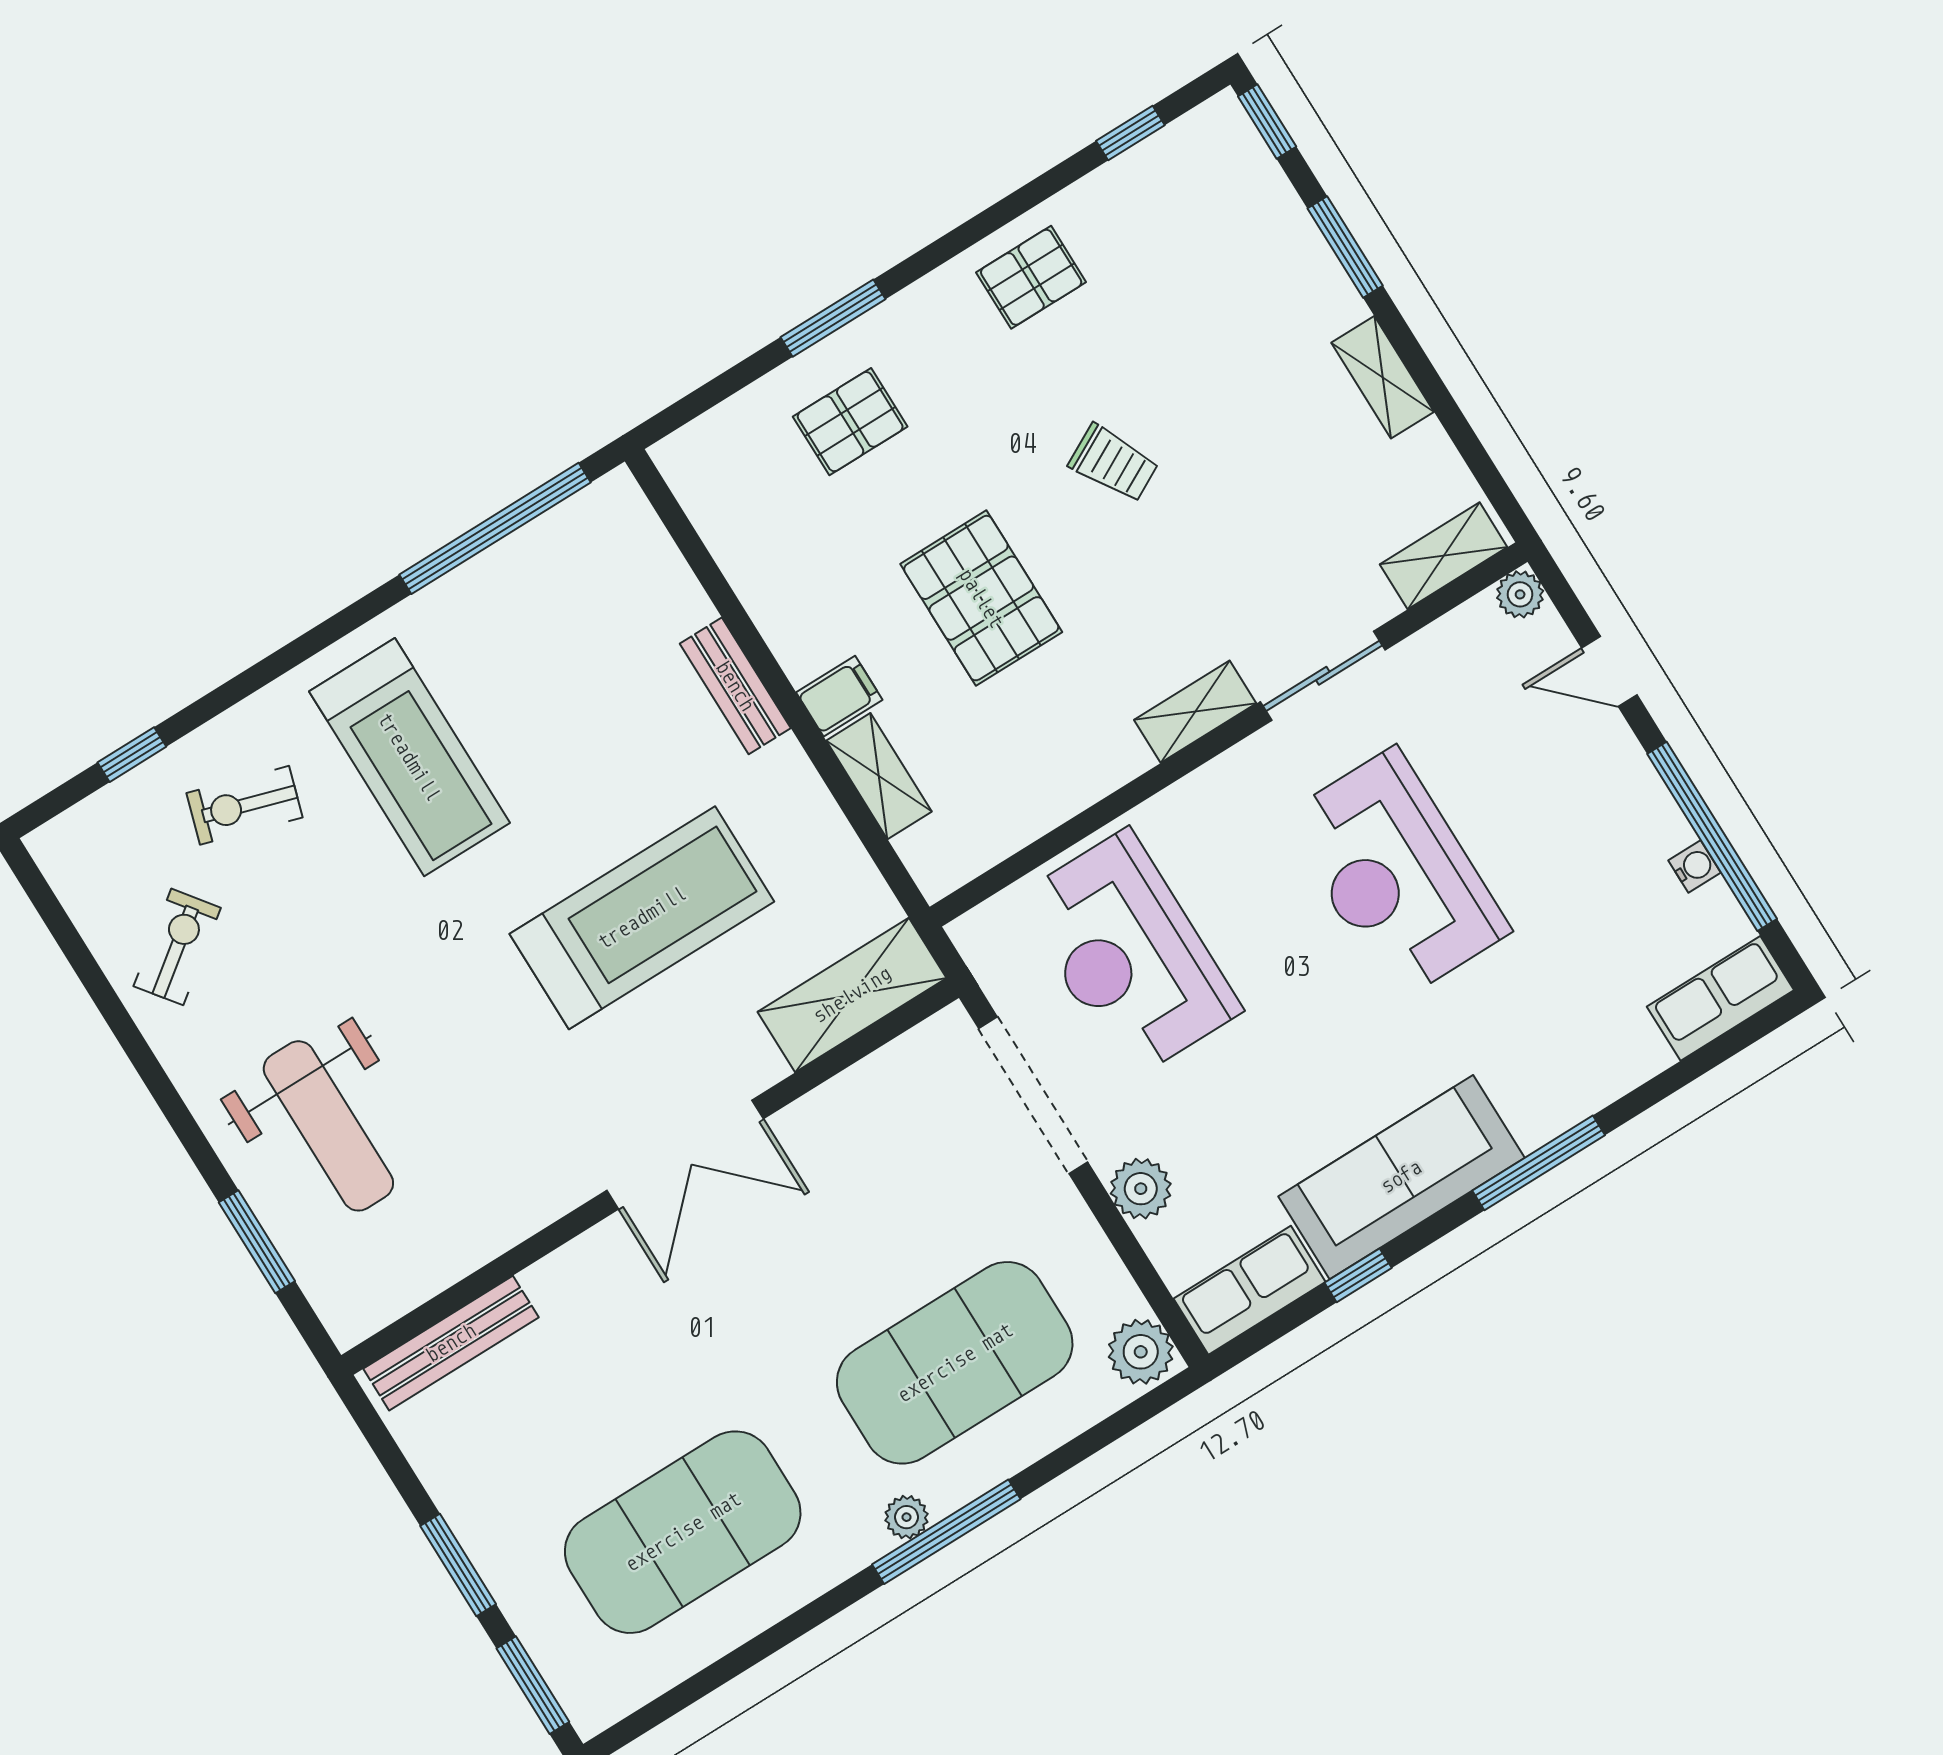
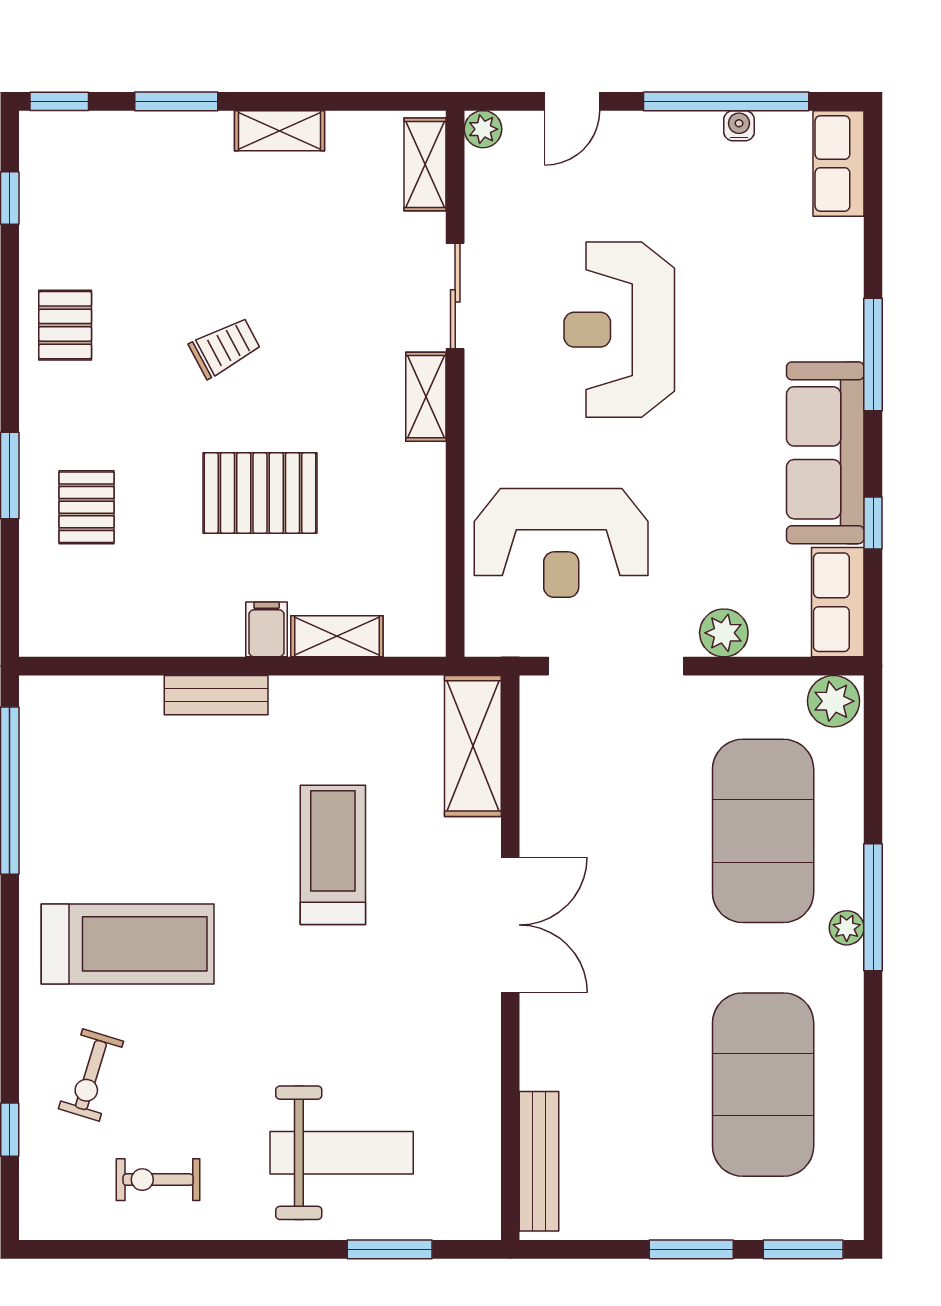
reception desk: (1396, 874) -> (619, 330), turned 90
treadmill: (642, 918) -> (333, 855), width x0.73, depth x0.73
exercise bike: (177, 947) -> (158, 1180), turned -53

